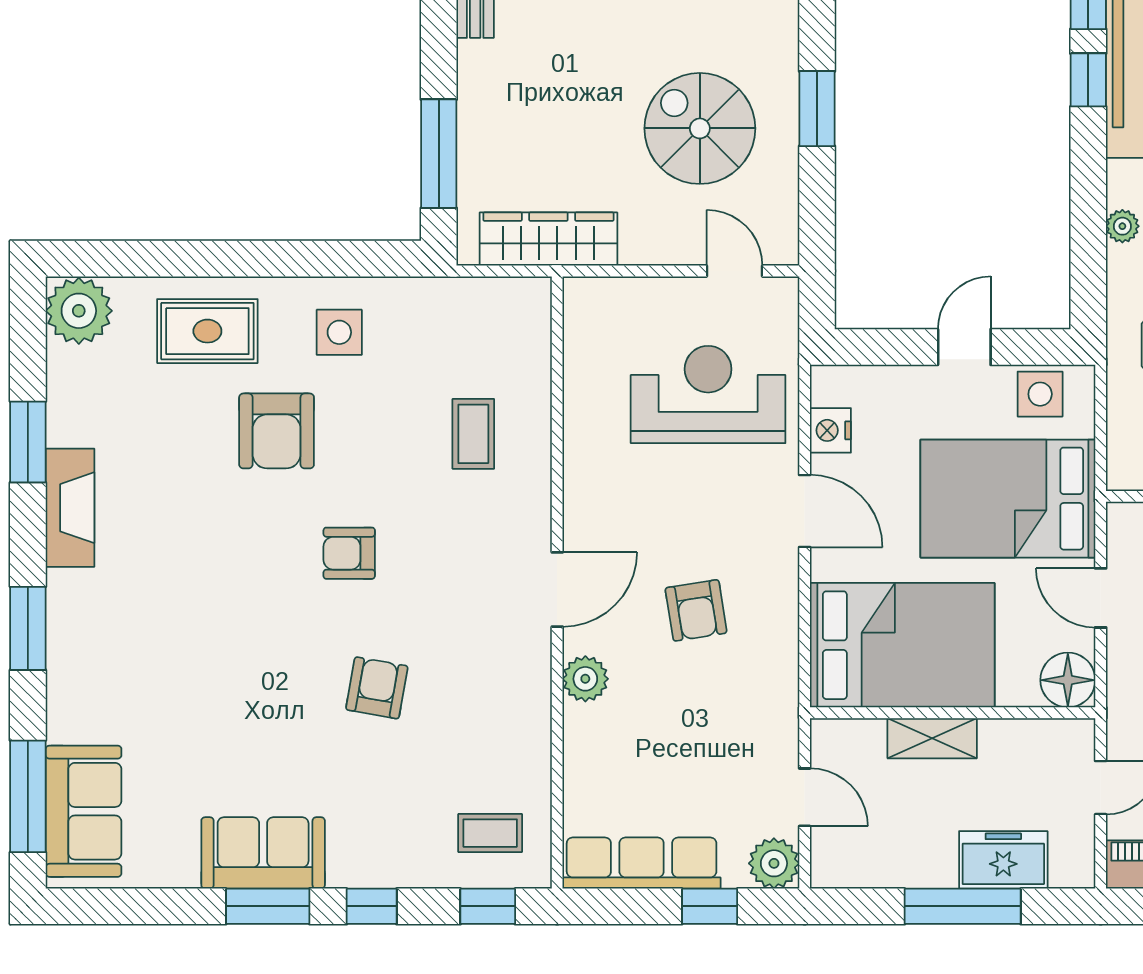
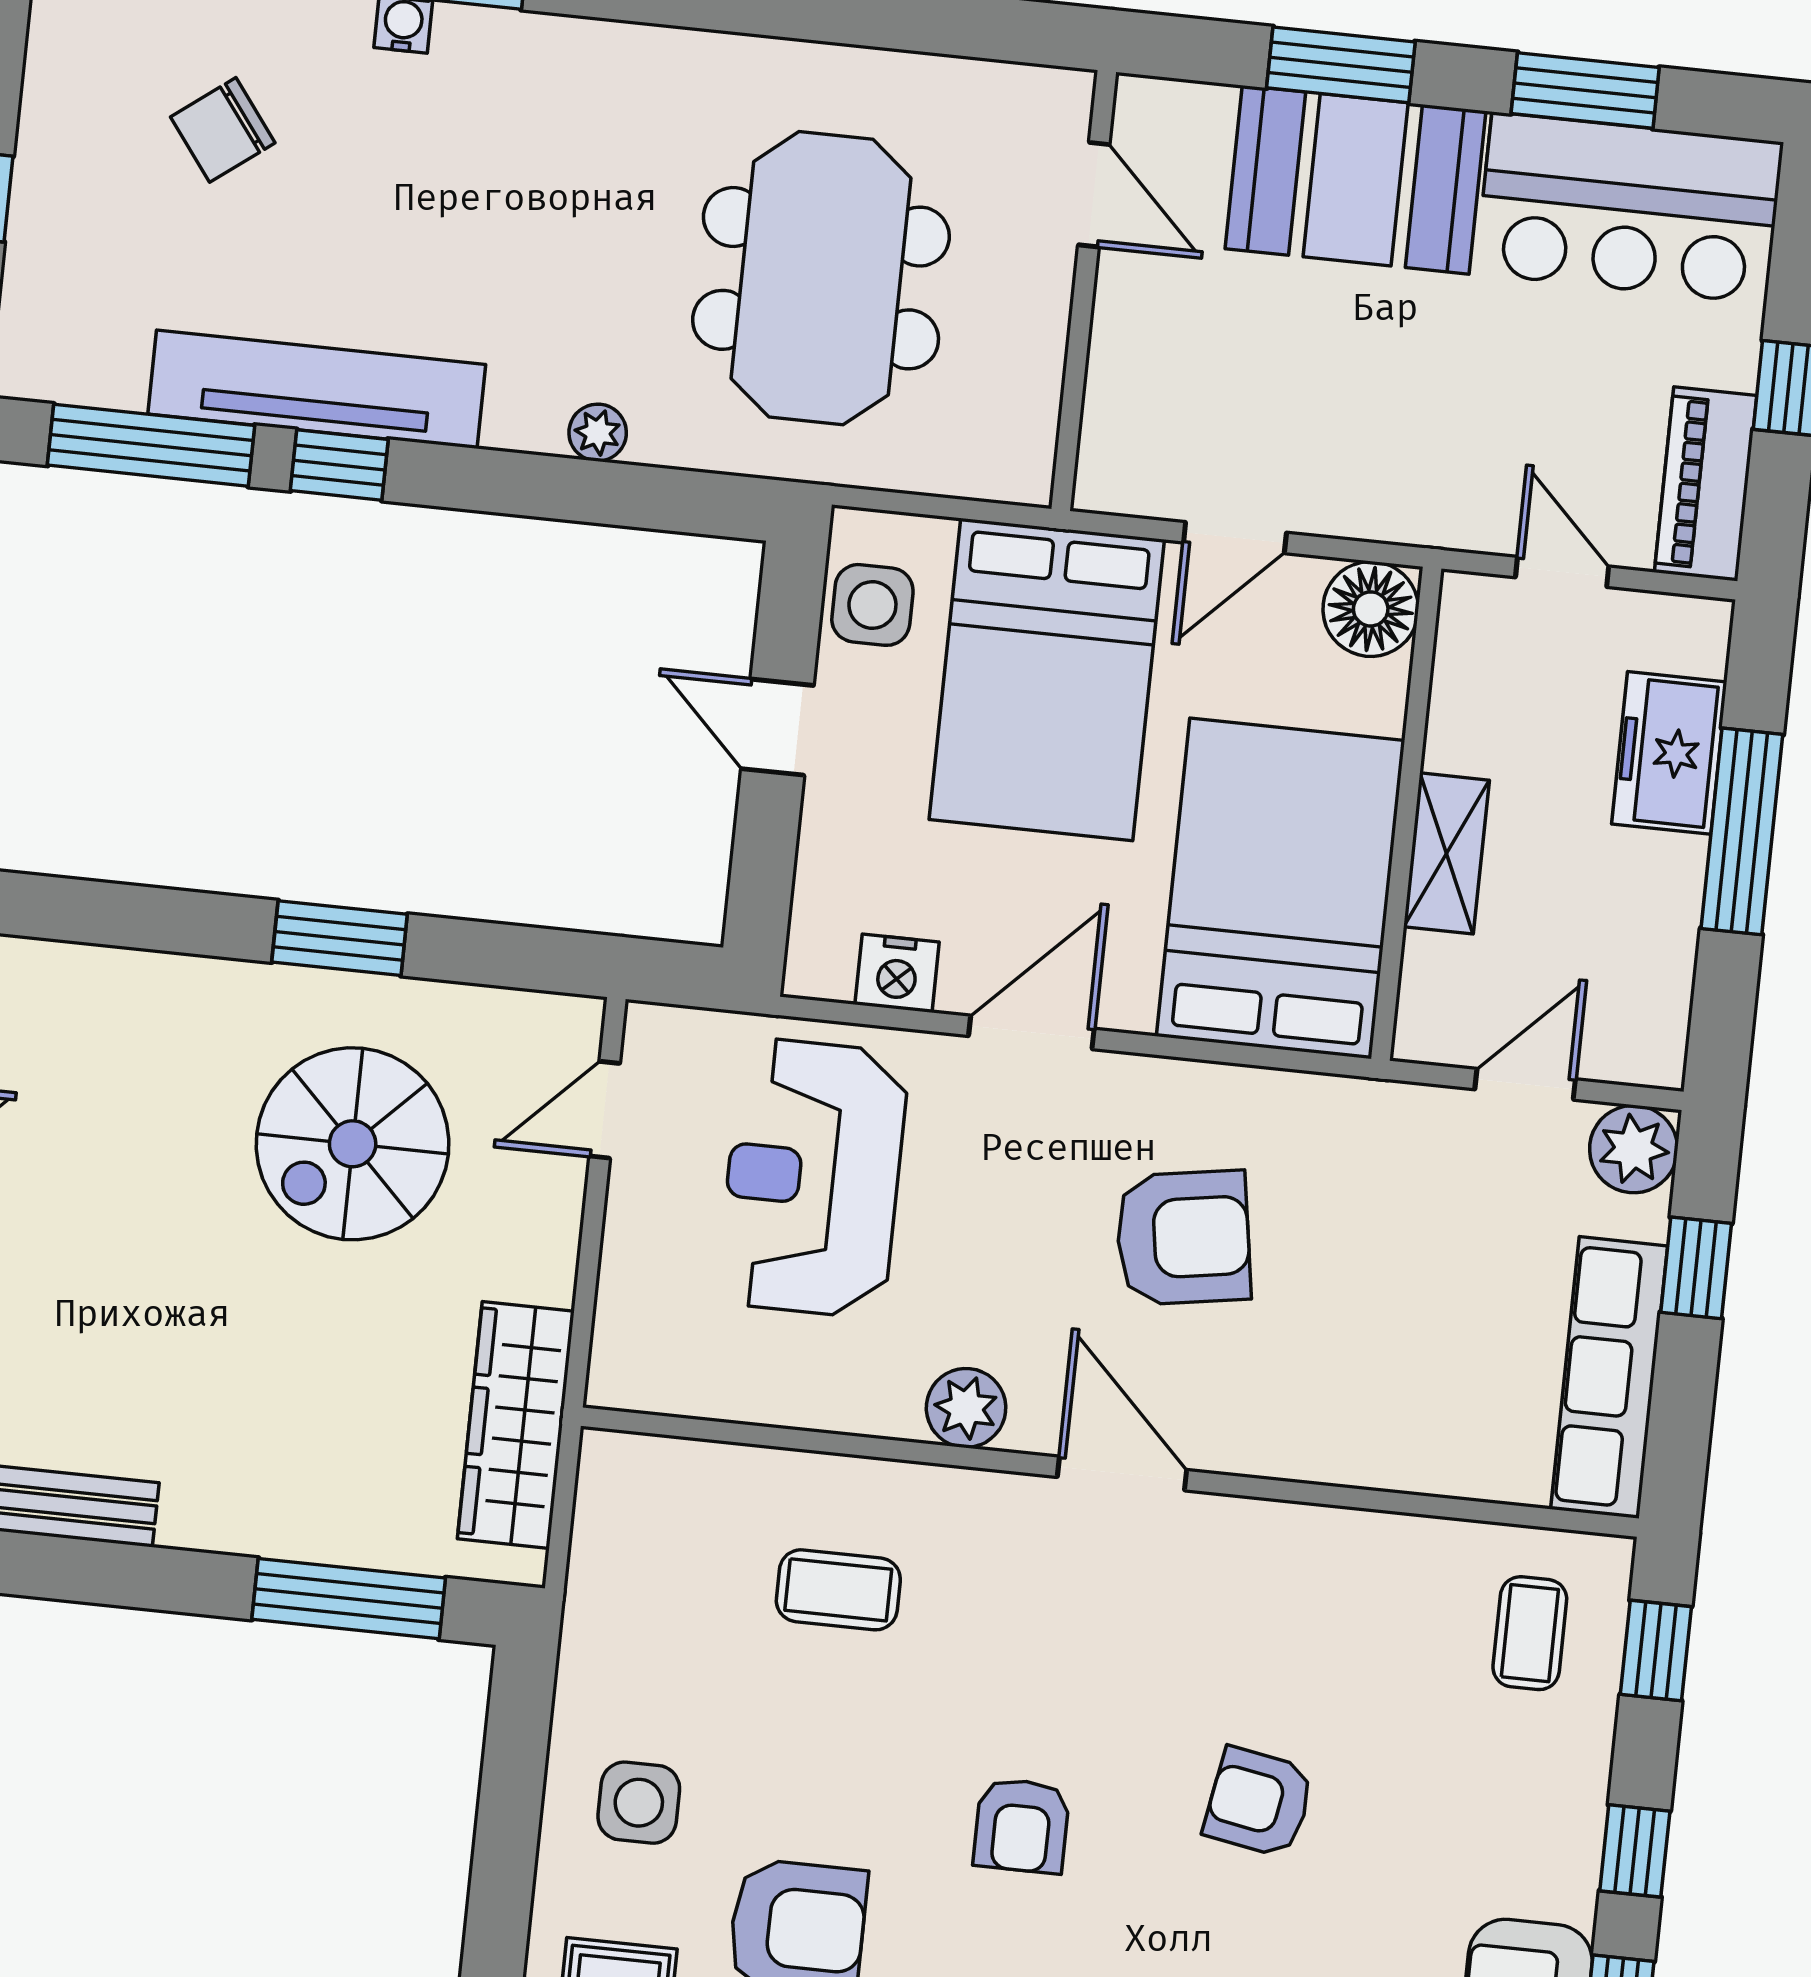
armchair: (696, 610) -> (1183, 1238), width x1.38, depth x1.38
plant: (585, 679) -> (966, 1408), moved

